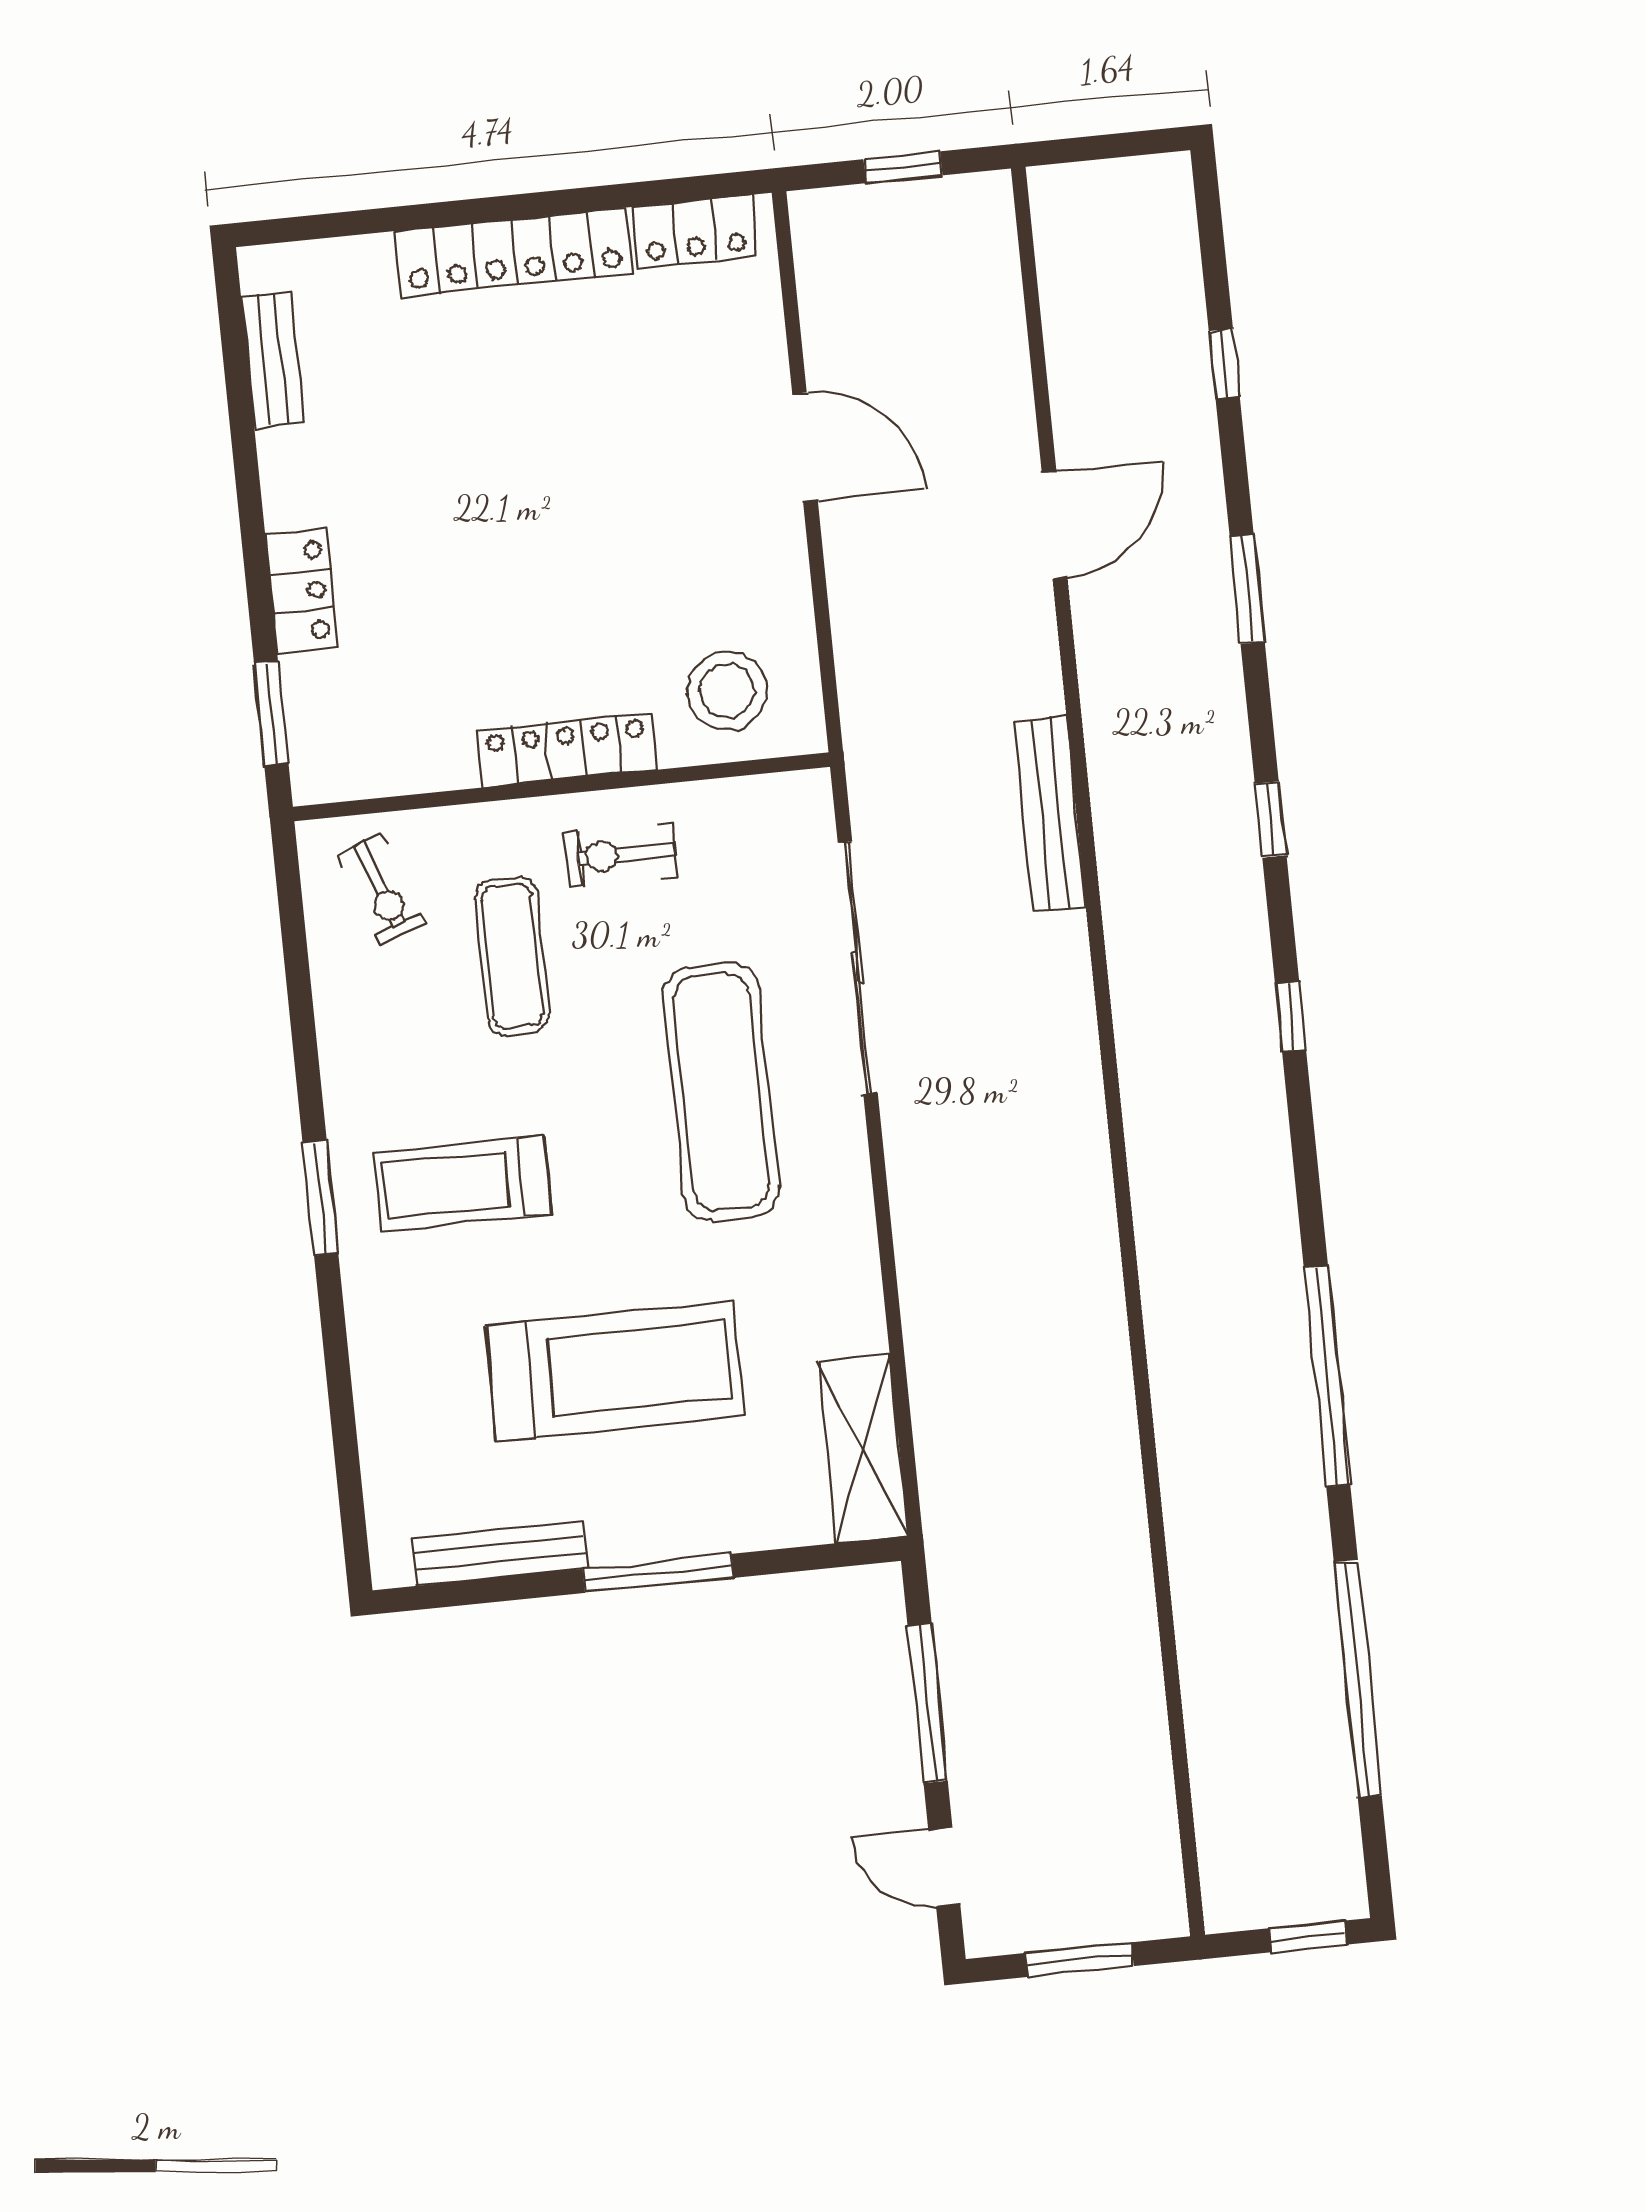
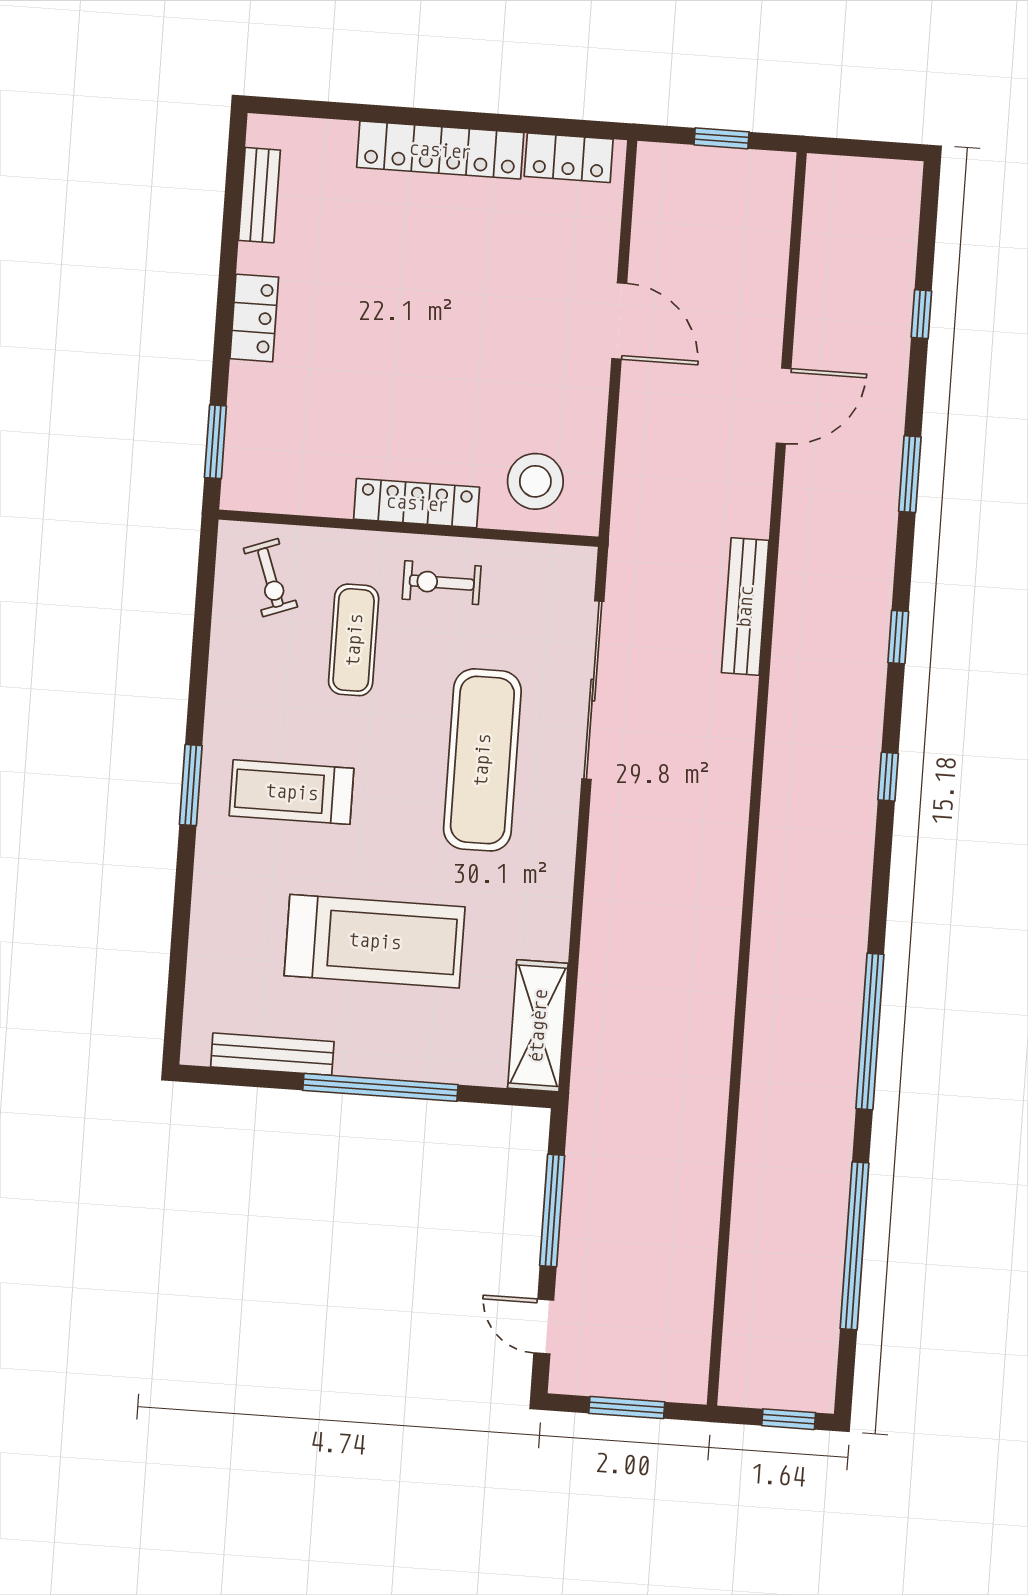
locker: (301, 591) -> (254, 318), moved
window: (658, 1573) -> (380, 1087), width x1.46

